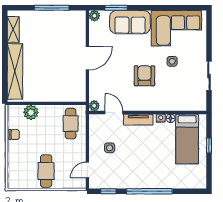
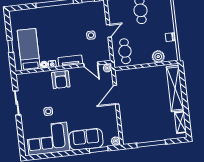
door: (87, 58) -> (116, 95), moved
armchair: (144, 76) -> (61, 80), moved
door: (87, 170) -> (109, 31), moved

